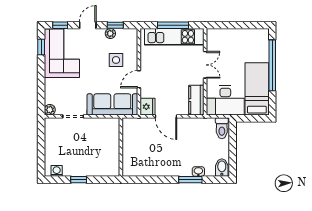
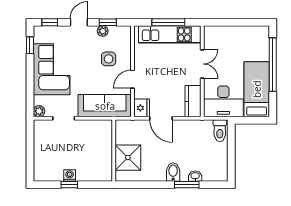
corner sofa: (62, 53) -> (52, 69), moved
shower: (134, 154) -> (128, 158), added
bidet: (222, 168) -> (173, 172), moved
washing machine: (57, 171) -> (70, 176), moved

